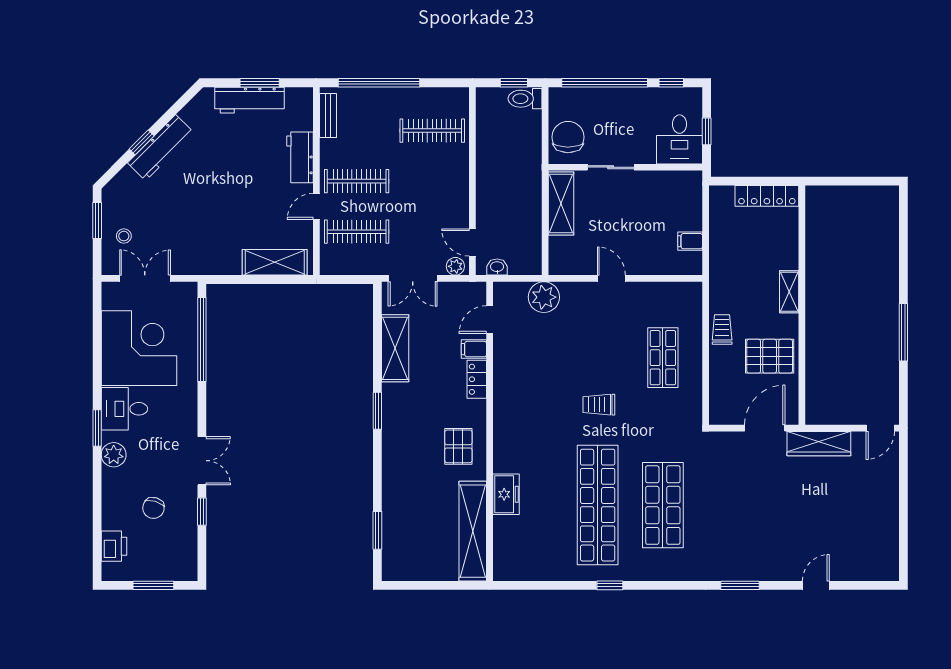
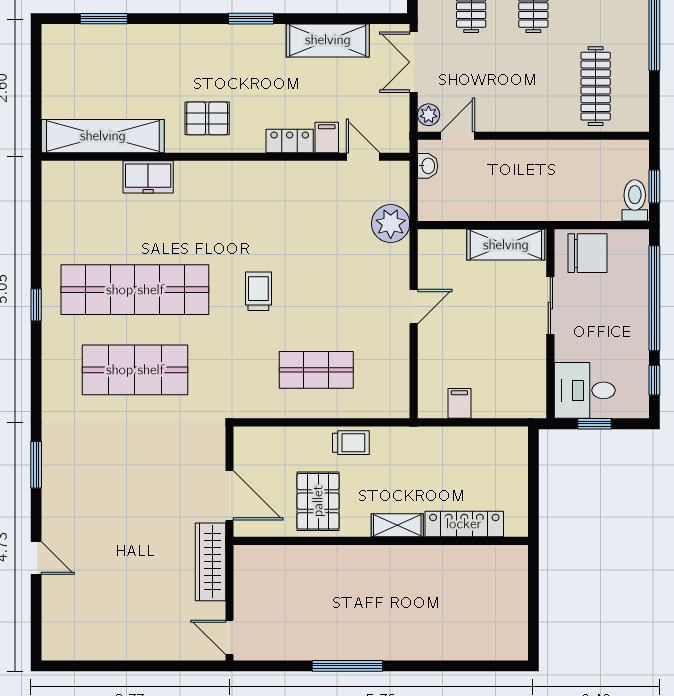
locker: (767, 196) -> (464, 524), moved, turned 90

